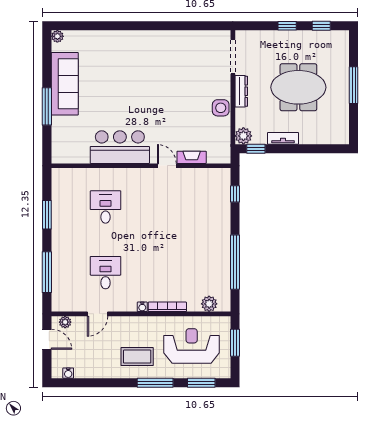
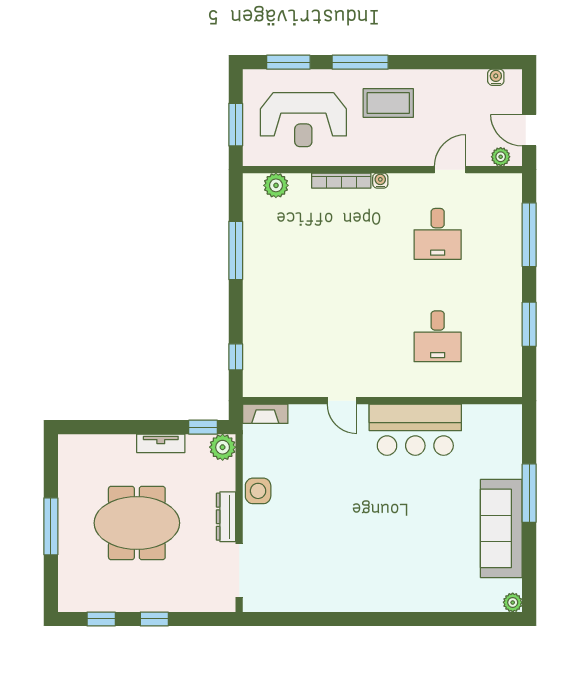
fireplace: (192, 157) -> (265, 414), moved
window: (235, 262) -> (236, 250), width x0.68

